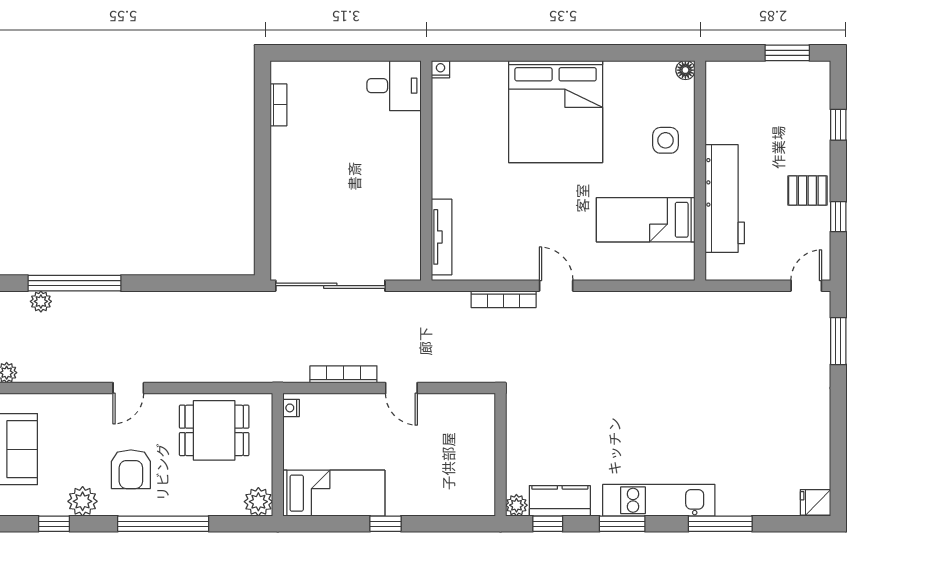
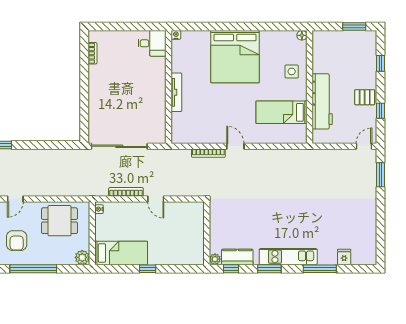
tv unit: (442, 237) -> (176, 92), moved
fridge: (815, 502) -> (344, 257), moved, turned 90

